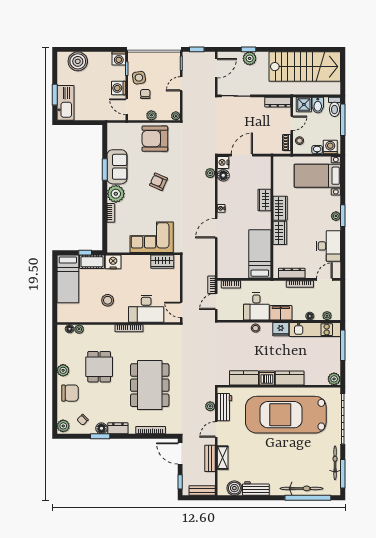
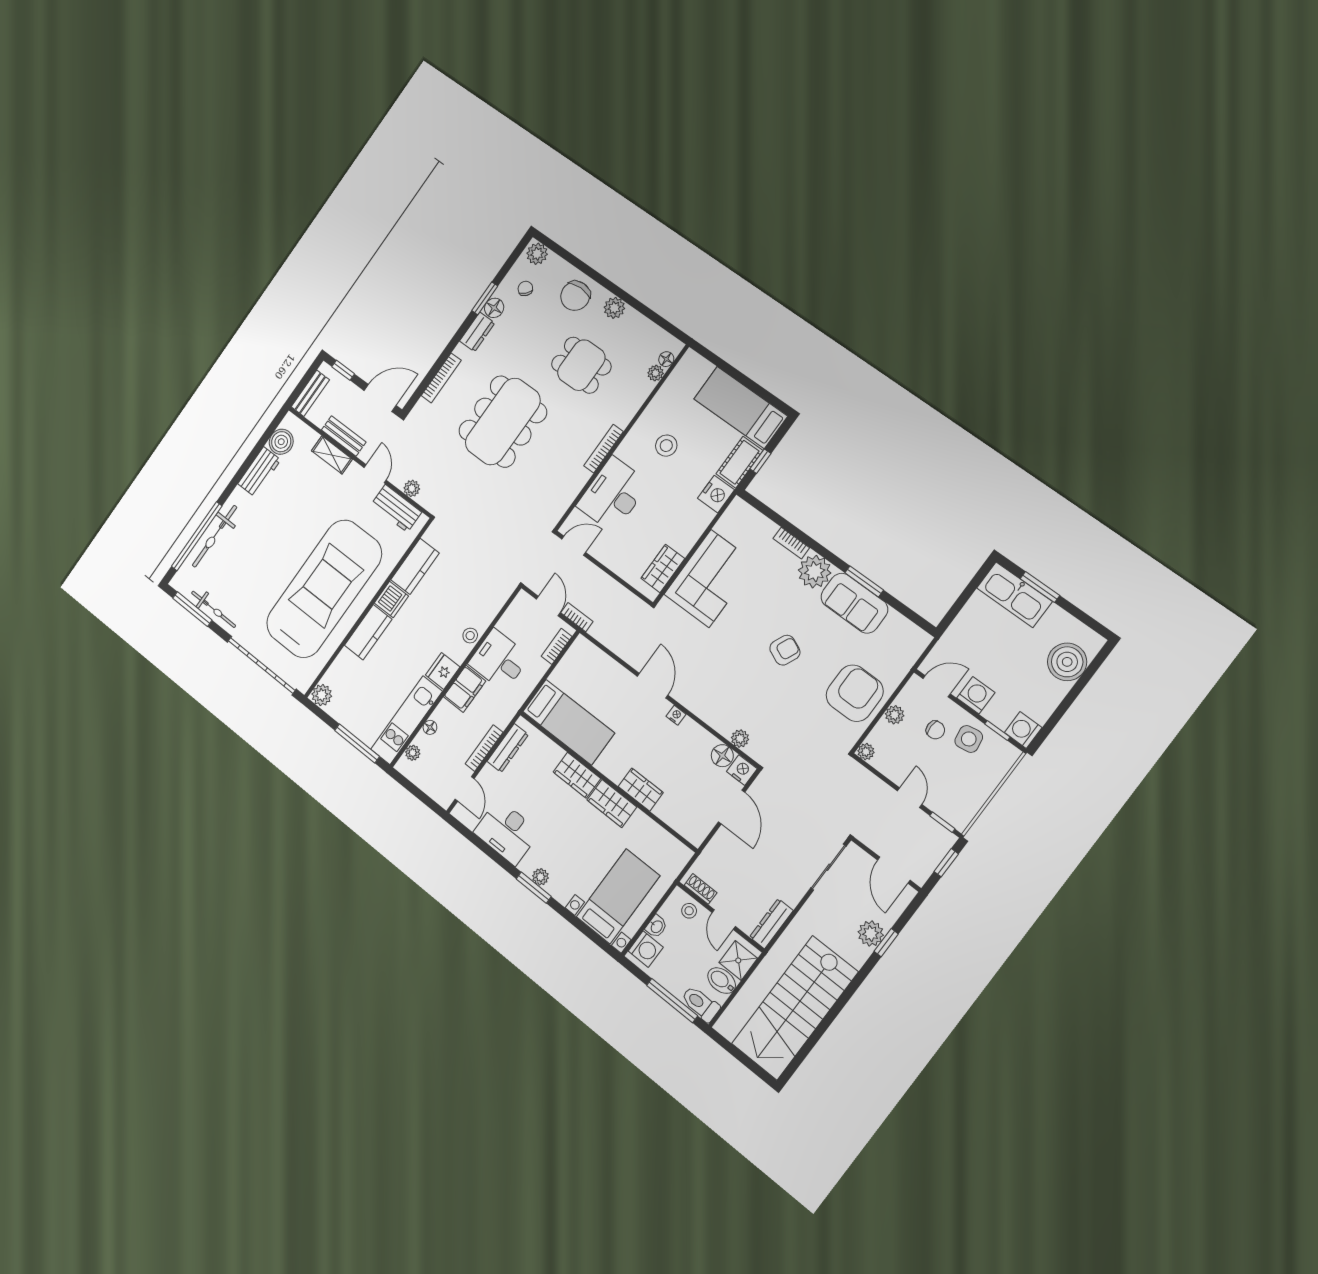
dining table: (150, 385) -> (503, 422), turned 90

